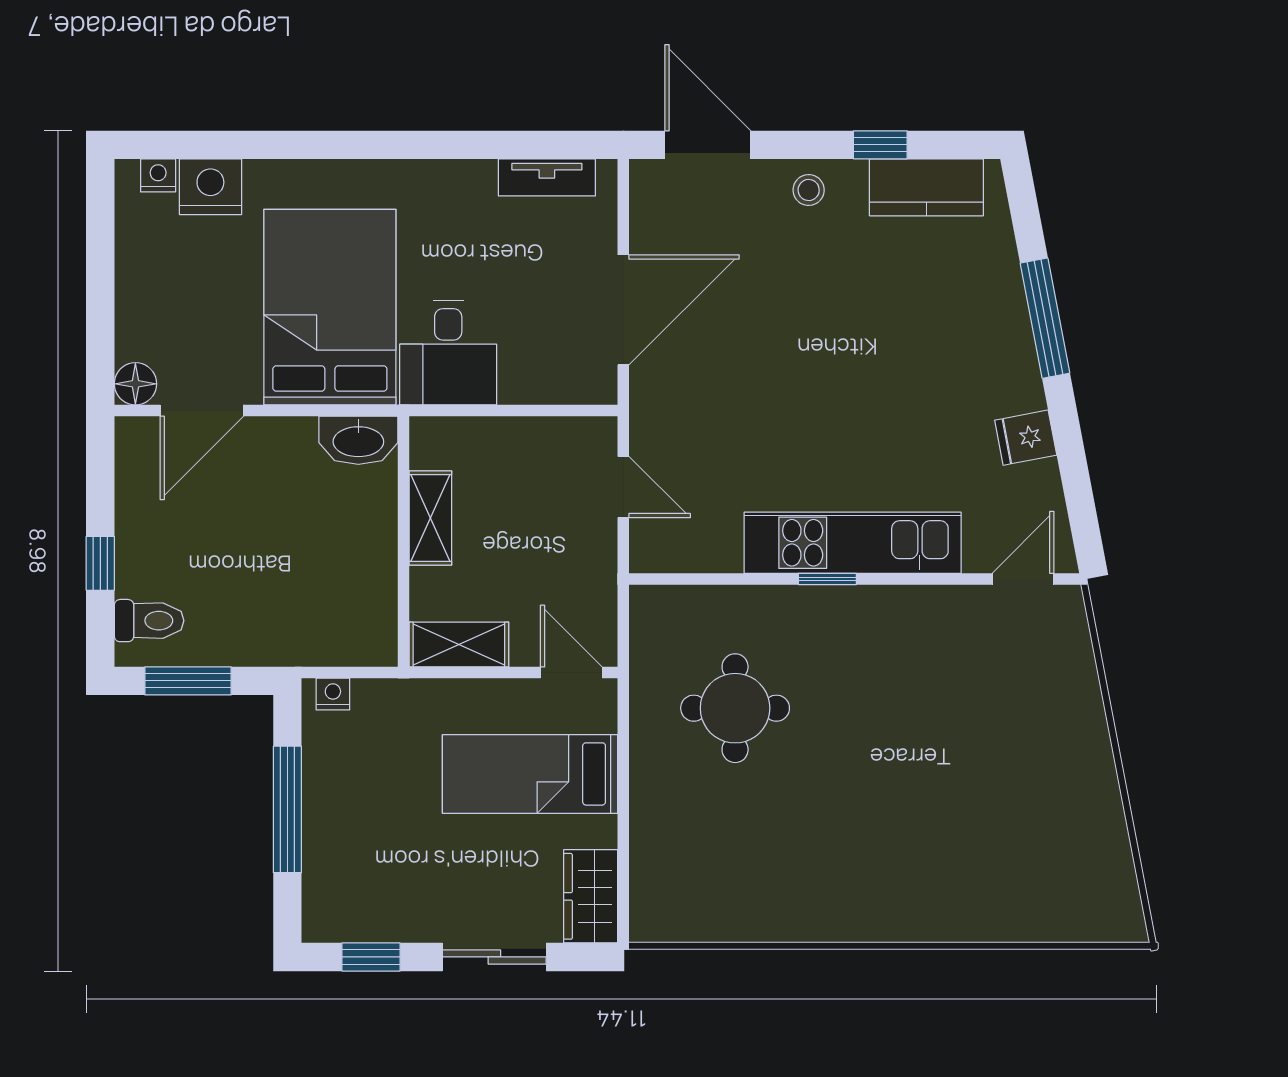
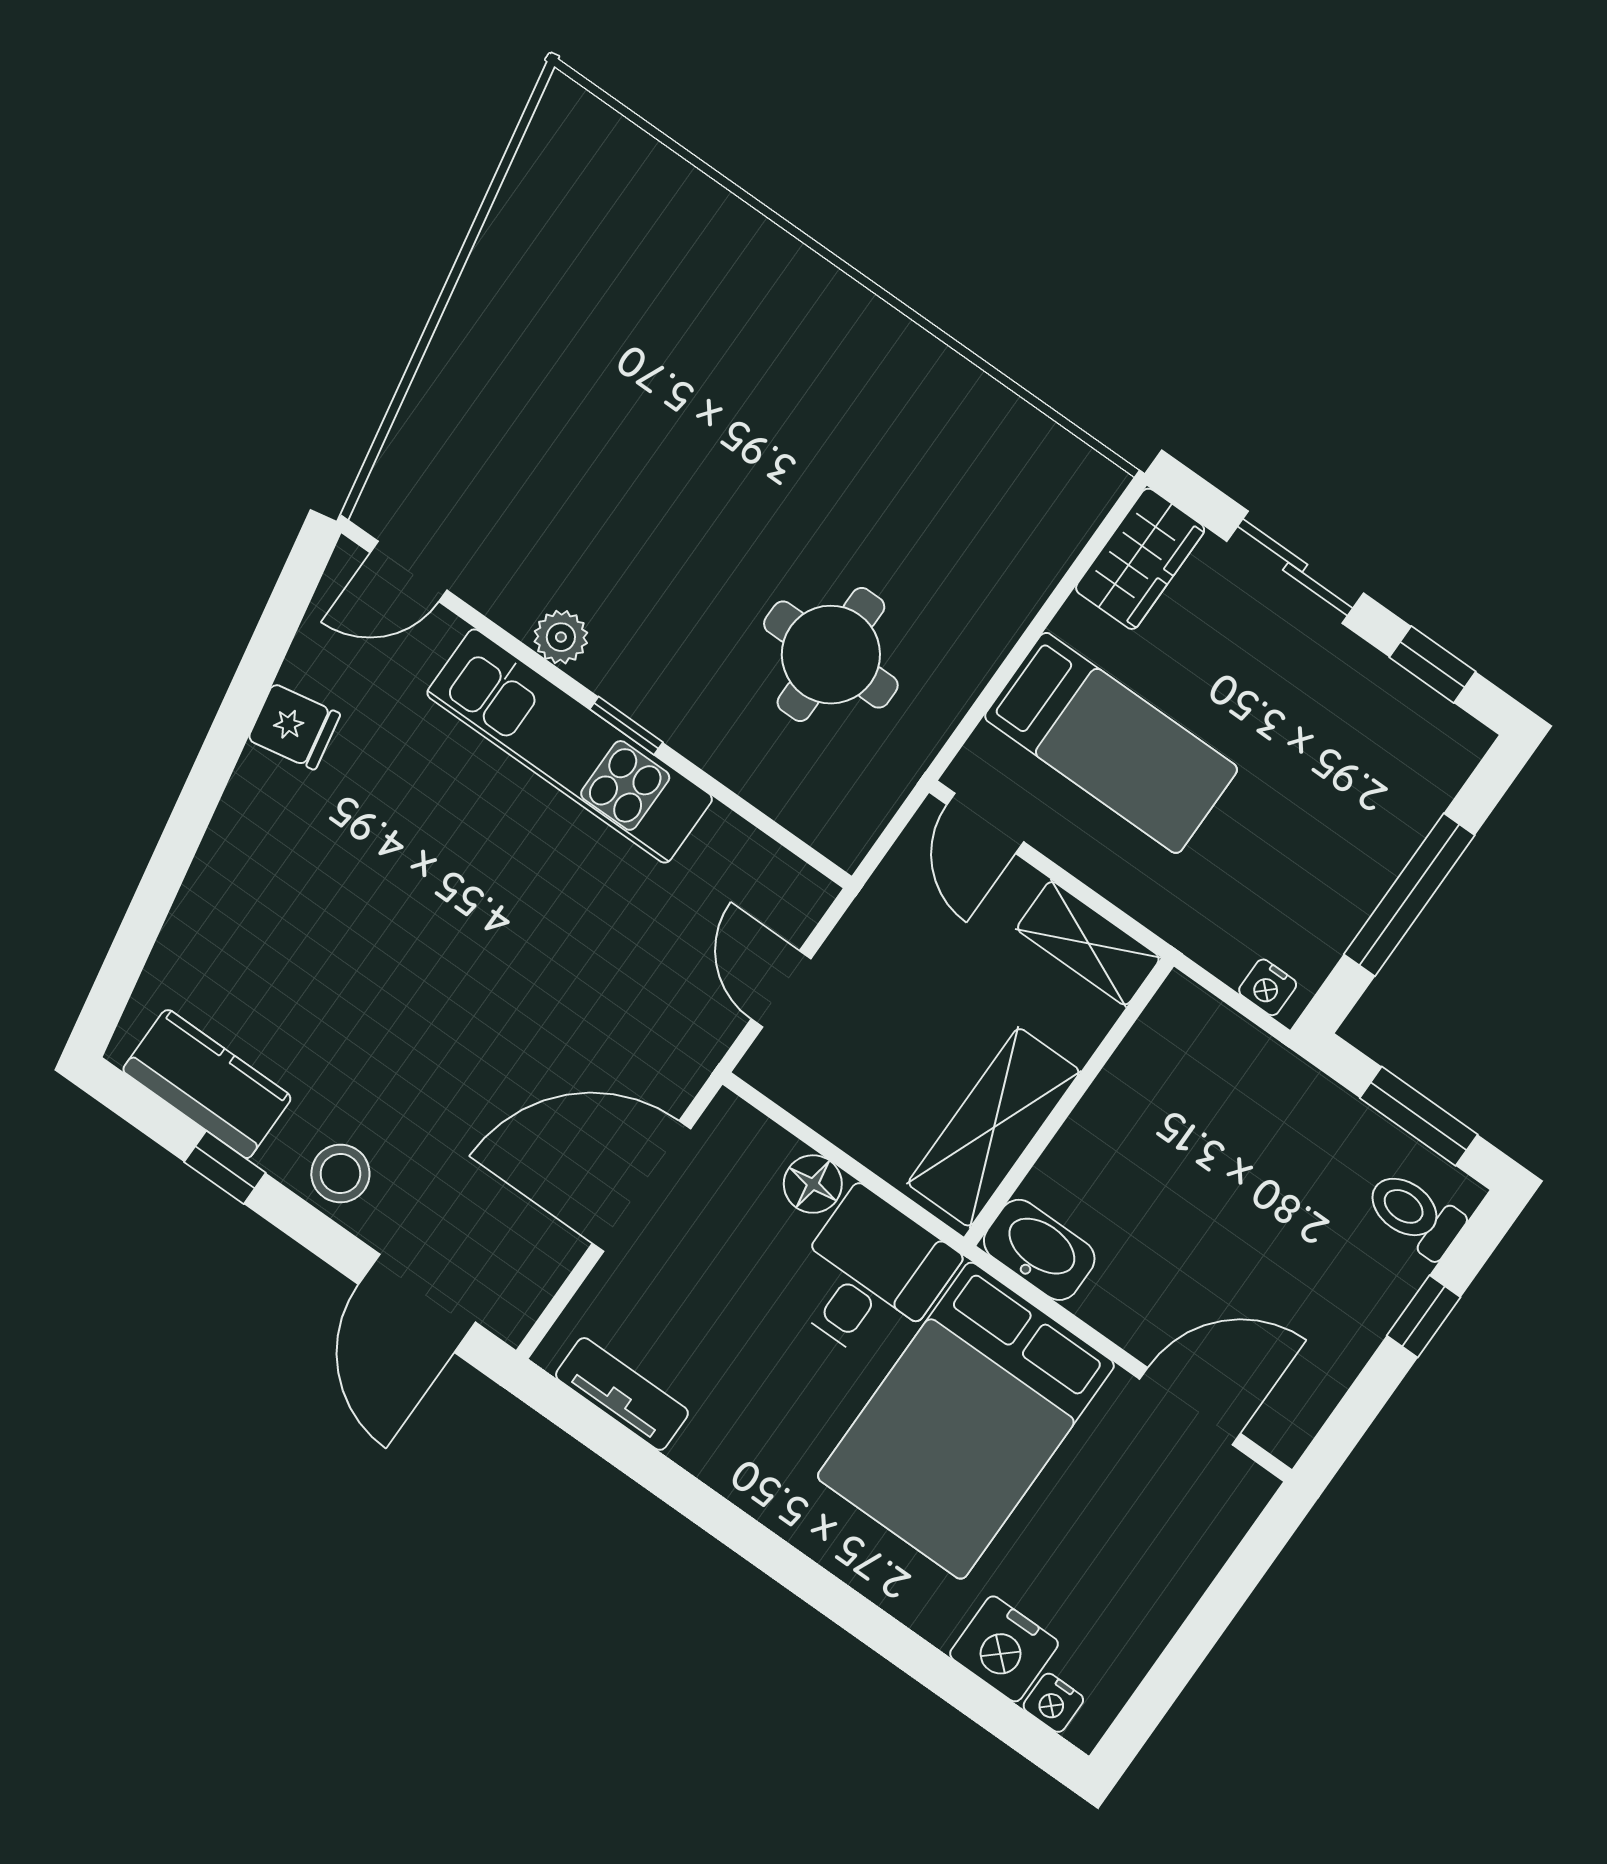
stool: (809, 190) -> (340, 1174), width x1.37, depth x1.37
window: (1045, 318) -> (178, 845), removed
floor lamp: (135, 384) -> (813, 1184), moved
shelving: (430, 518) -> (994, 1127), width x1.50, depth x1.33
plant: (904, 604) -> (561, 637), added

